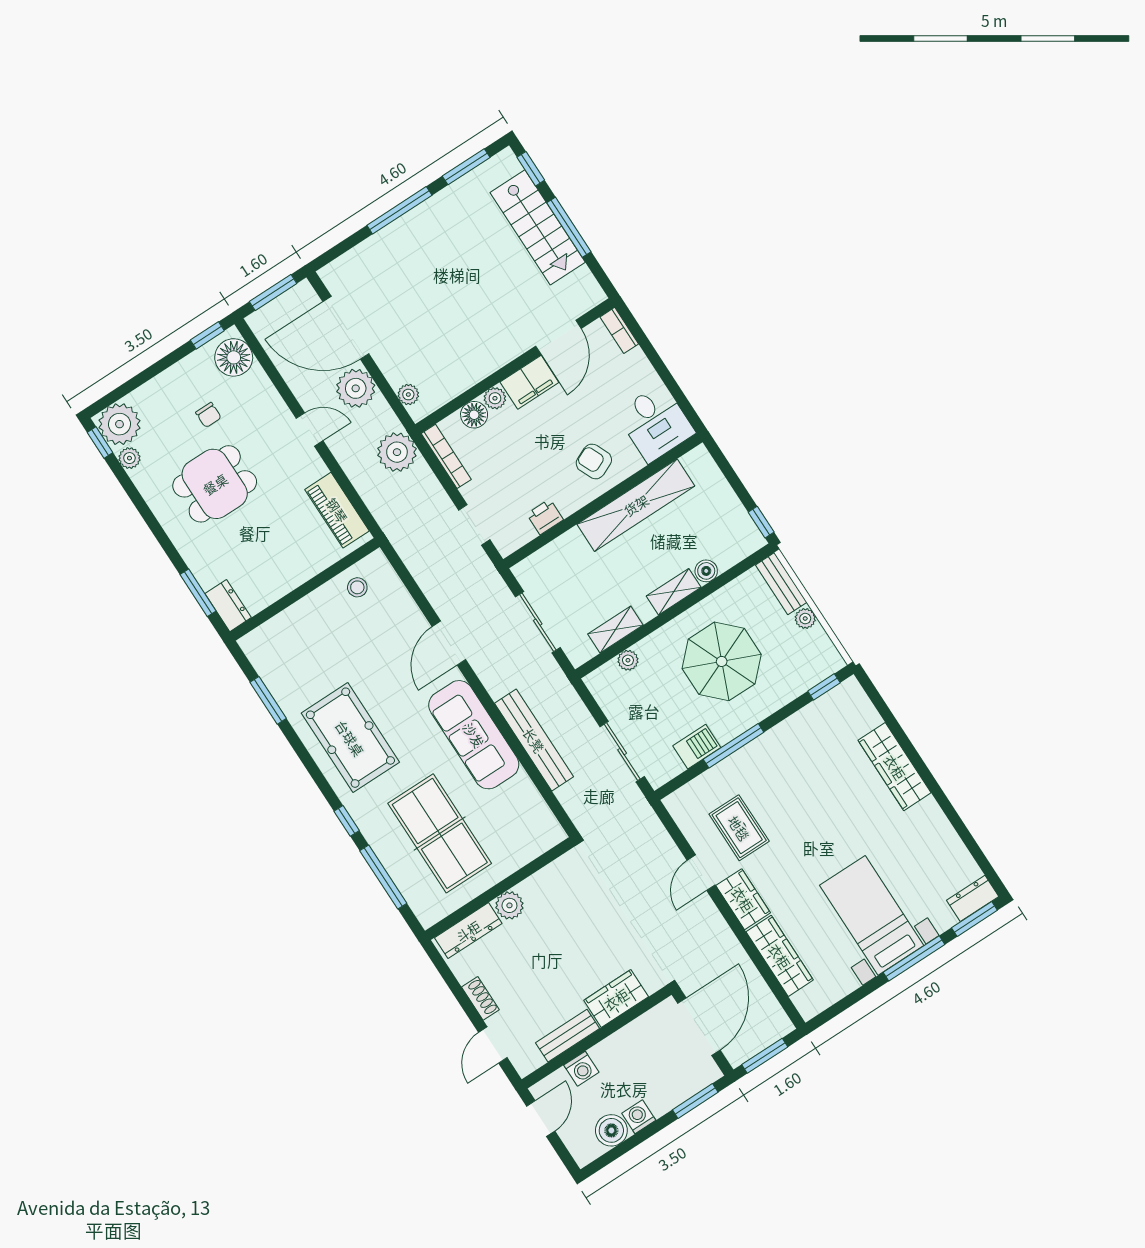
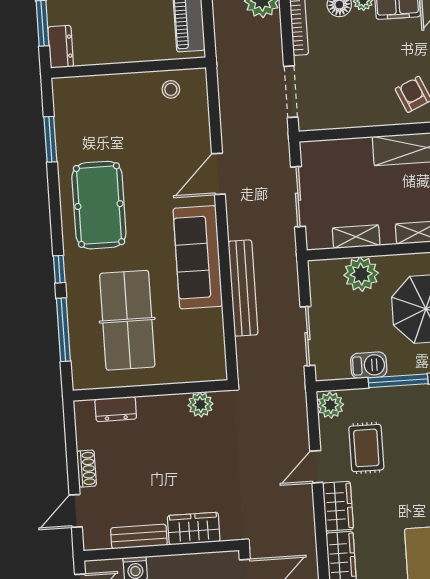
printer: (545, 517) -> (350, 117), removed
doorway: (474, 525) -> (291, 92), width x1.38
plant: (628, 660) -> (361, 274), width x1.87, depth x1.87
plant: (681, 806) -> (330, 405), added
plant: (509, 905) -> (200, 405), moved
dresser: (468, 931) -> (116, 409), width x0.70

